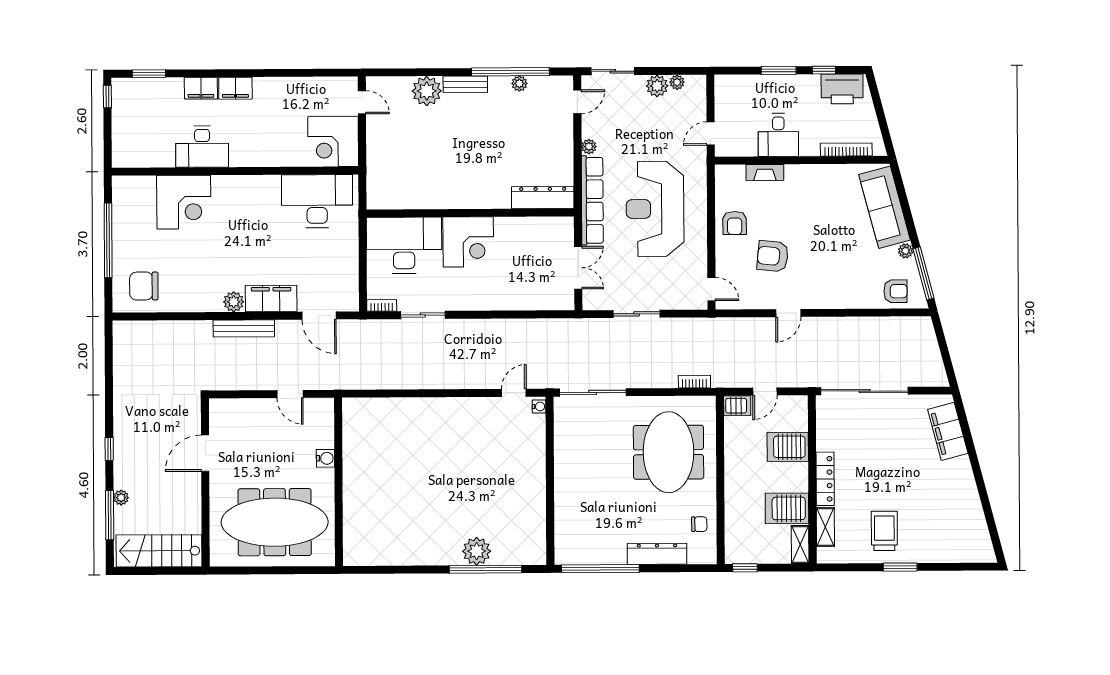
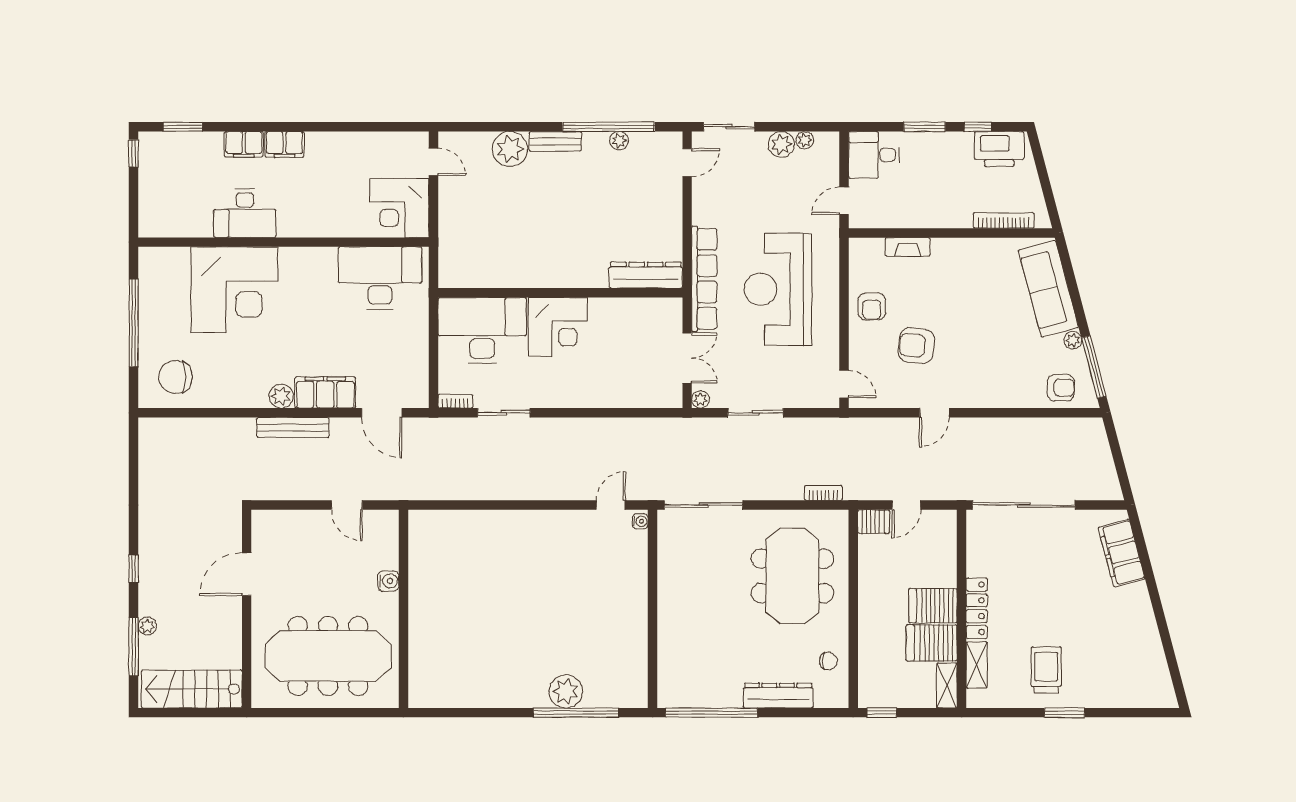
desk: (778, 135) -> (874, 155), moved, turned 90
plant: (589, 147) -> (701, 399), moved
corner desk: (184, 202) -> (234, 290), width x1.36, depth x1.36
server rack: (788, 447) -> (933, 606), moved

